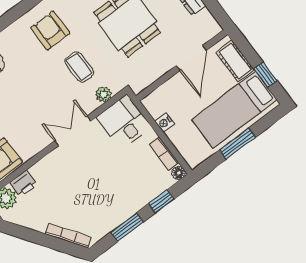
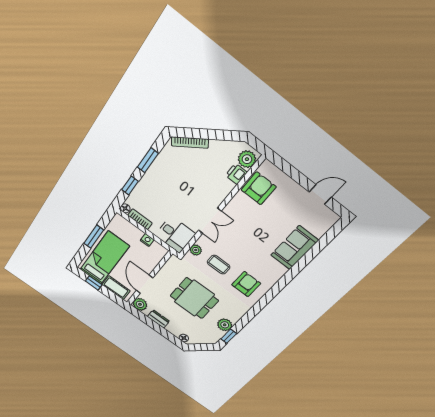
plant: (209, 28) -> (140, 304), added
armchair: (50, 30) -> (246, 284), turned -90

